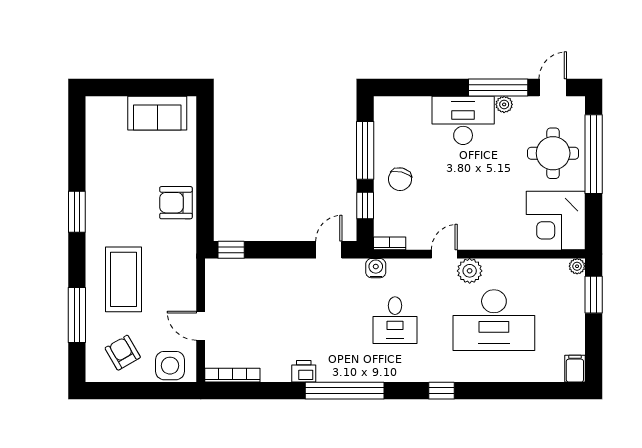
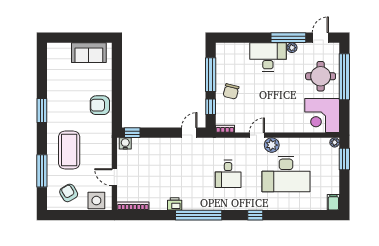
water cooler: (376, 268) -> (125, 143), moved

